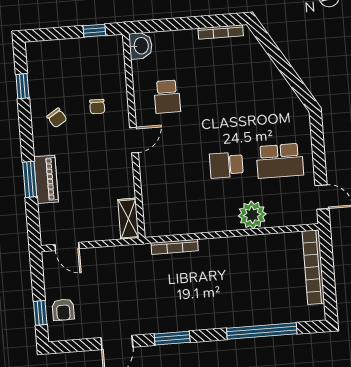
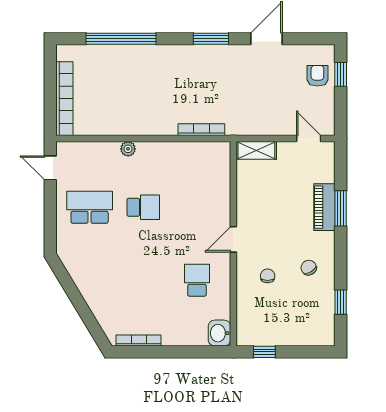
plant: (252, 215) -> (128, 149), width x0.53, depth x0.53
shelving: (128, 219) -> (256, 150), moved, turned 90

